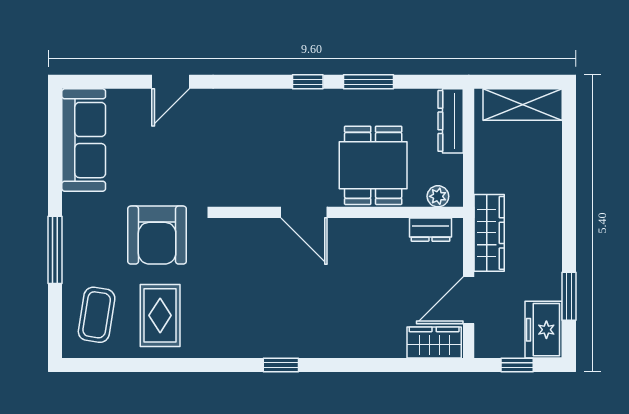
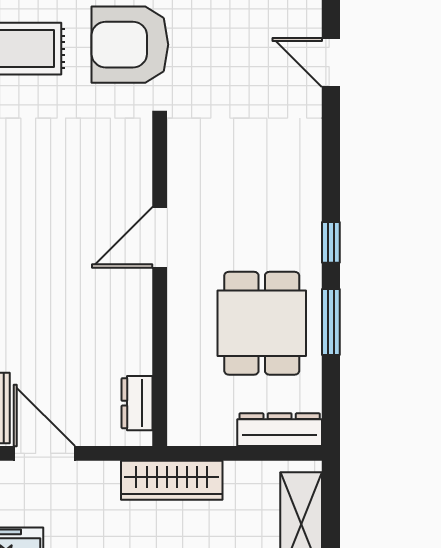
dining table: (373, 165) -> (262, 323), moved, turned 90
plant: (438, 196) -> (181, 413), removed
wardrobe: (489, 233) -> (172, 480), moved

